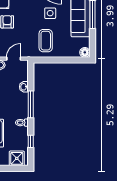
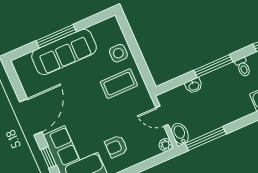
side table: (50, 13) -> (118, 53), moved
floor lamp: (85, 52) -> (112, 24), removed

